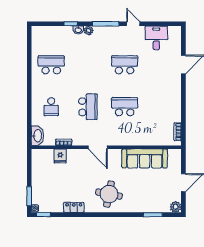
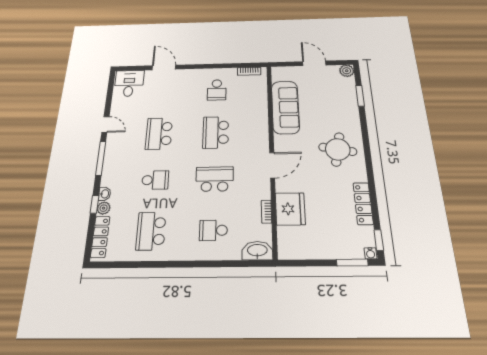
door: (133, 24) -> (105, 124), swing flipped
plant: (89, 30) -> (104, 208), moved
locker: (48, 31) -> (100, 237), added
desk: (156, 38) -> (129, 83), moved, turned 90
school desk: (88, 65) -> (155, 180), added
school desk: (51, 107) -> (213, 230), turned 180
school desk: (161, 107) -> (217, 90), added
fridge: (60, 156) -> (290, 209), width x1.88, depth x1.34
locker: (74, 207) -> (363, 203), width x1.53

